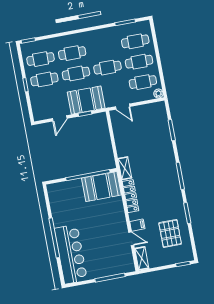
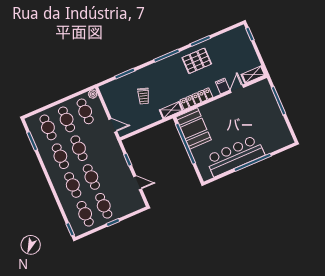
cafe table: (104, 47) -> (60, 156), added
booth: (86, 100) -> (115, 162), removed
door: (123, 107) -> (113, 125), hinge flipped
trolley: (145, 144) -> (144, 96), added
pallet: (170, 233) -> (197, 61), moved
bar counter: (71, 254) -> (235, 156), moved

